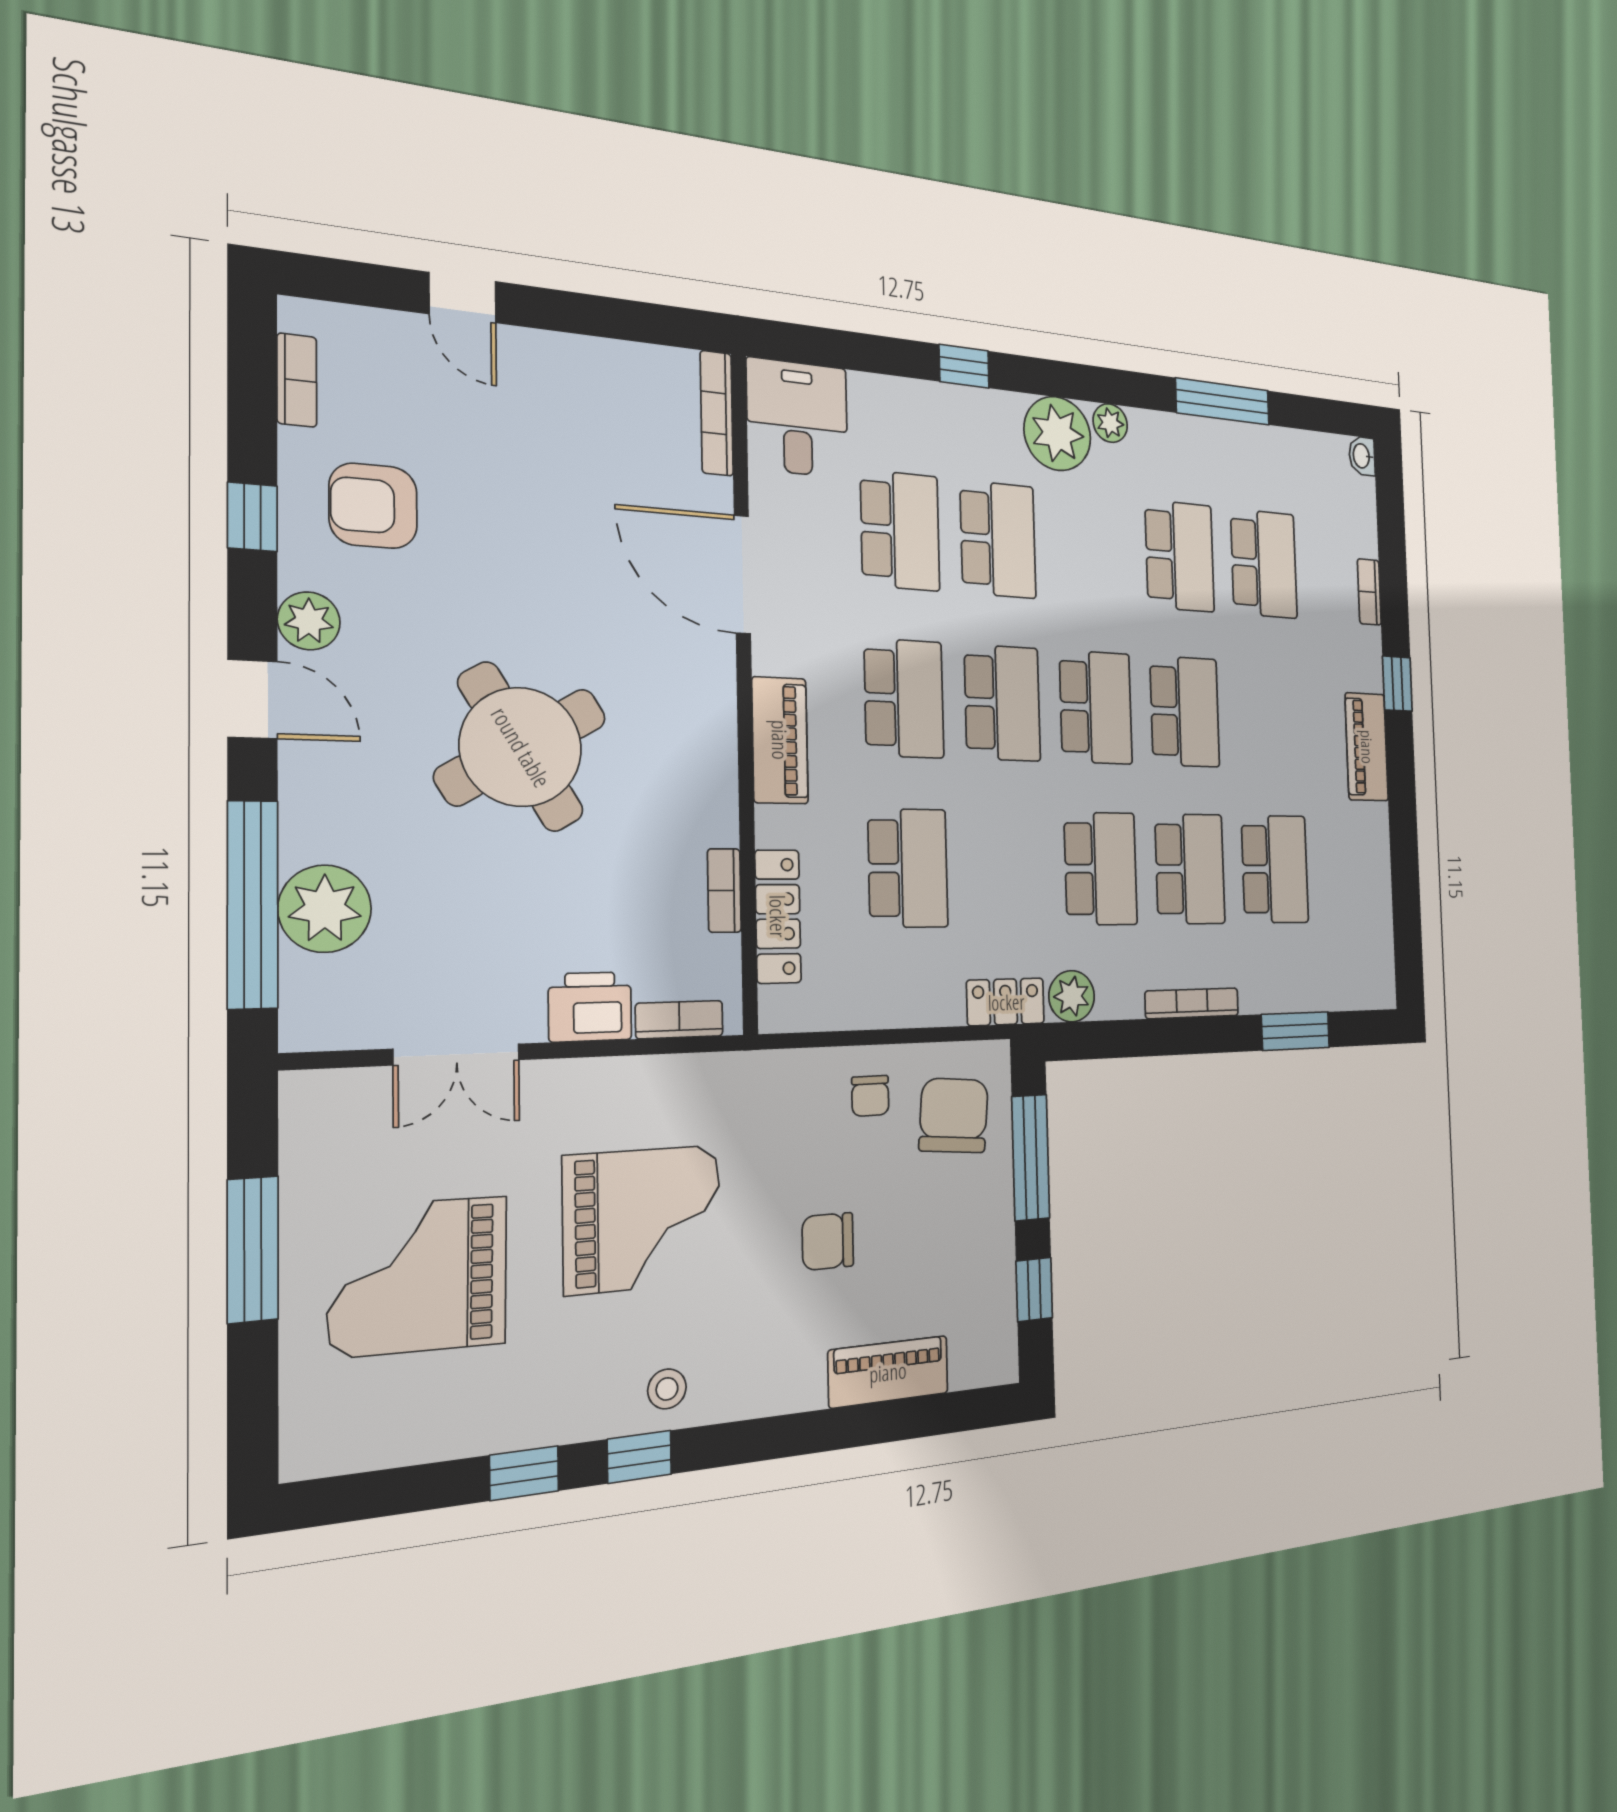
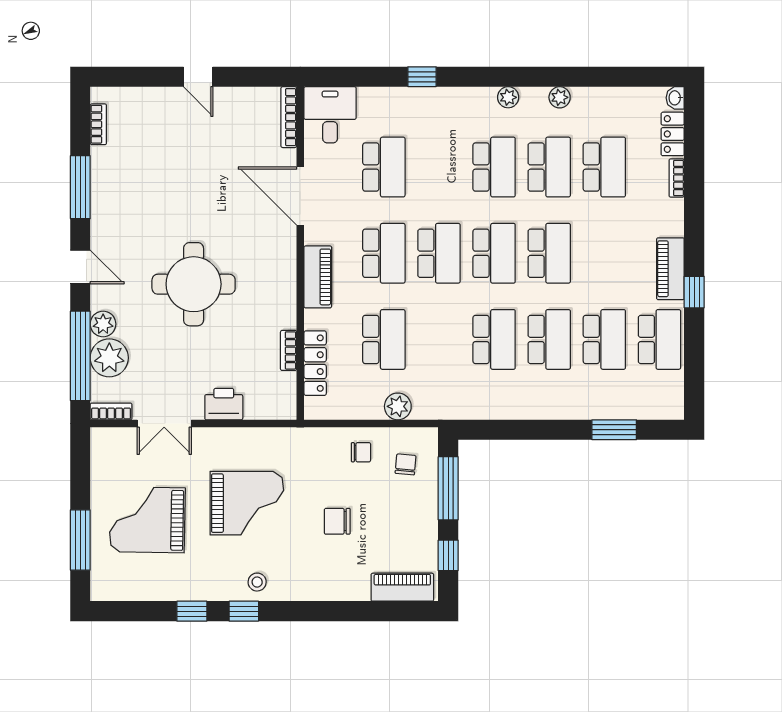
door: (463, 298) -> (198, 77), moved
window: (1223, 402) -> (581, 77), removed
plant: (1057, 434) -> (560, 97), moved, width x0.53, depth x0.53
armchair: (373, 506) -> (130, 178), removed
window: (252, 517) -> (80, 187), width x2.17
school desk: (998, 540) -> (494, 167), moved
plant: (309, 621) -> (103, 324), moved
window: (1397, 684) -> (694, 292), moved
round table: (521, 747) -> (194, 284), turned 31
school desk: (1356, 869) -> (659, 339), added
plant: (1072, 996) -> (398, 406), moved
locker: (1006, 1002) -> (673, 134), moved, turned -90
bookcase: (1192, 1003) -> (548, 412), removed
bookcase: (679, 1020) -> (111, 411), moved
chair: (870, 1096) -> (361, 452), turned -90
chair: (954, 1115) -> (406, 464), width x0.54, depth x0.54
window: (253, 1249) -> (80, 540), moved
piano: (888, 1372) -> (402, 587), moved

